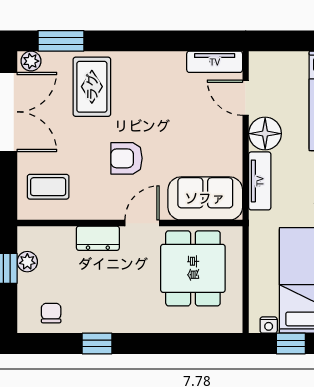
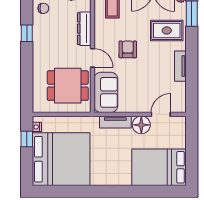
tv unit: (215, 62) -> (180, 66), moved
dresser: (98, 238) -> (84, 29), width x1.44

